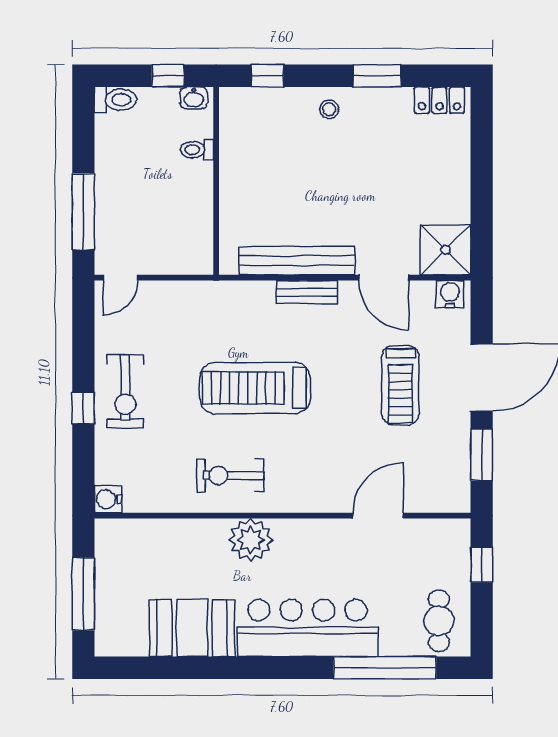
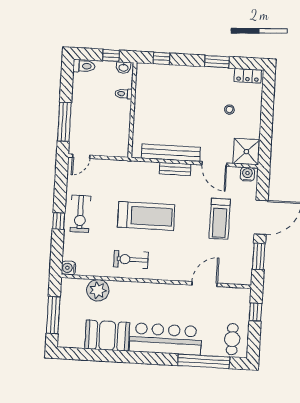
stool: (329, 109) -> (229, 110), moved
treadmill: (255, 388) -> (146, 216), turned 180
plant: (251, 540) -> (98, 290), moved

